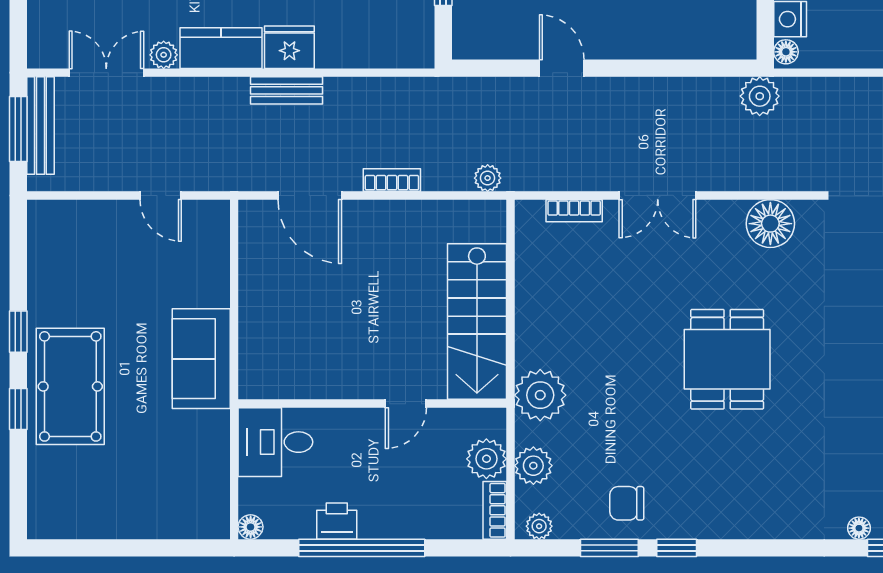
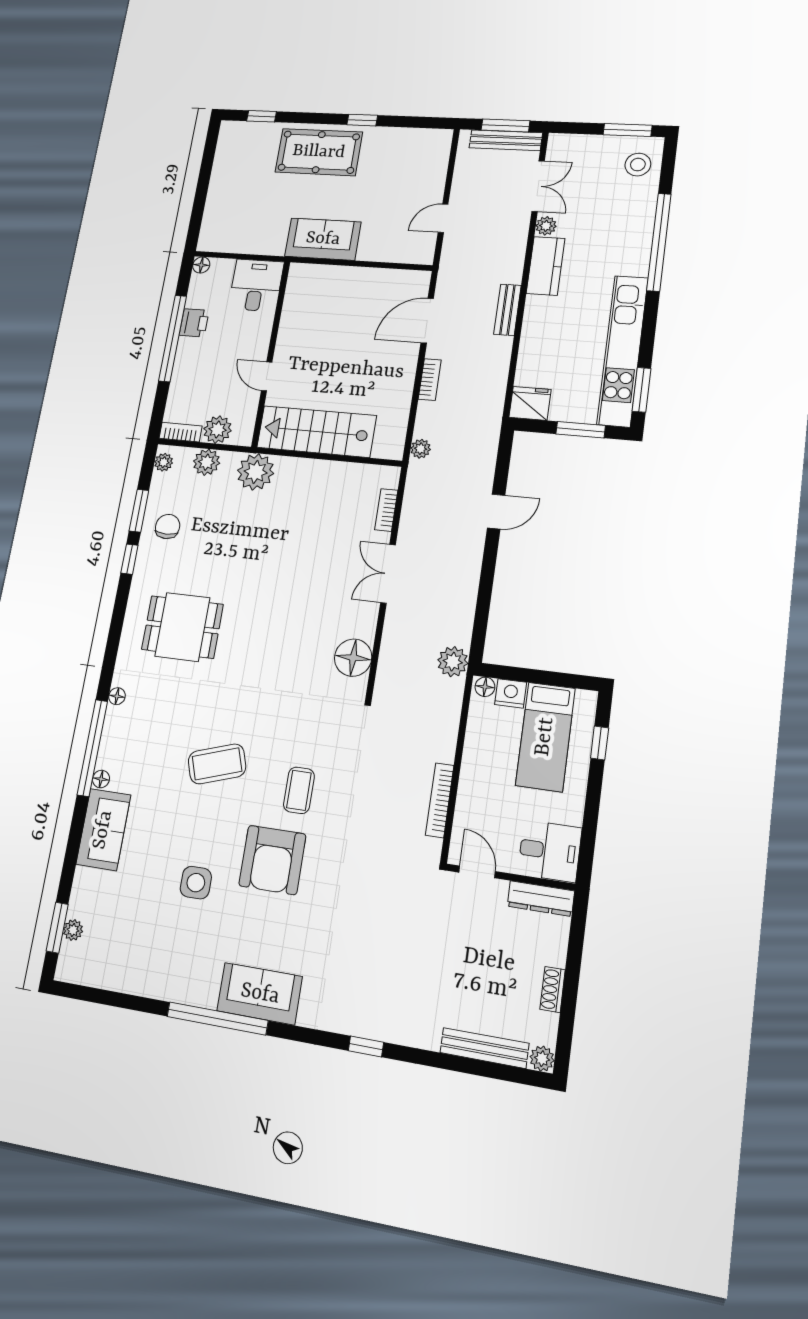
fridge: (289, 47) -> (530, 403), moved, turned -90
dining table: (727, 359) -> (182, 627), moved
window: (18, 409) -> (262, 116), moved

